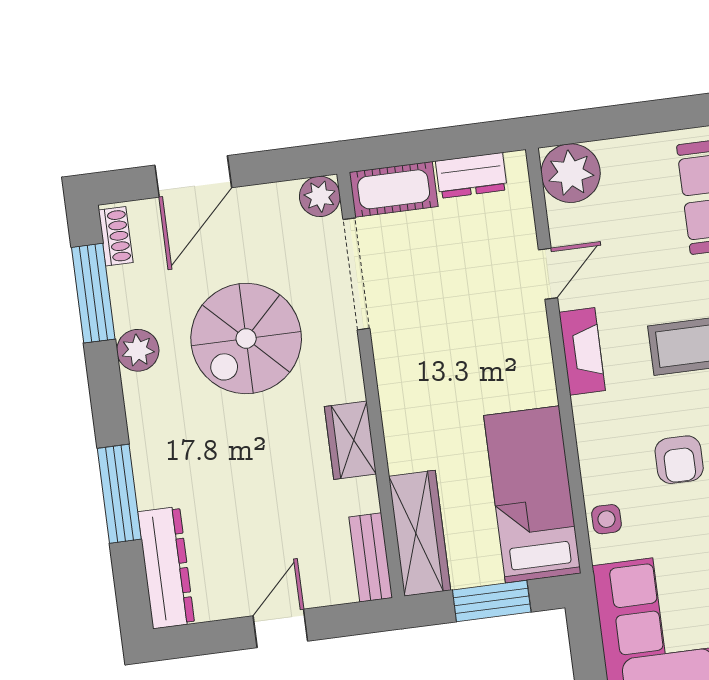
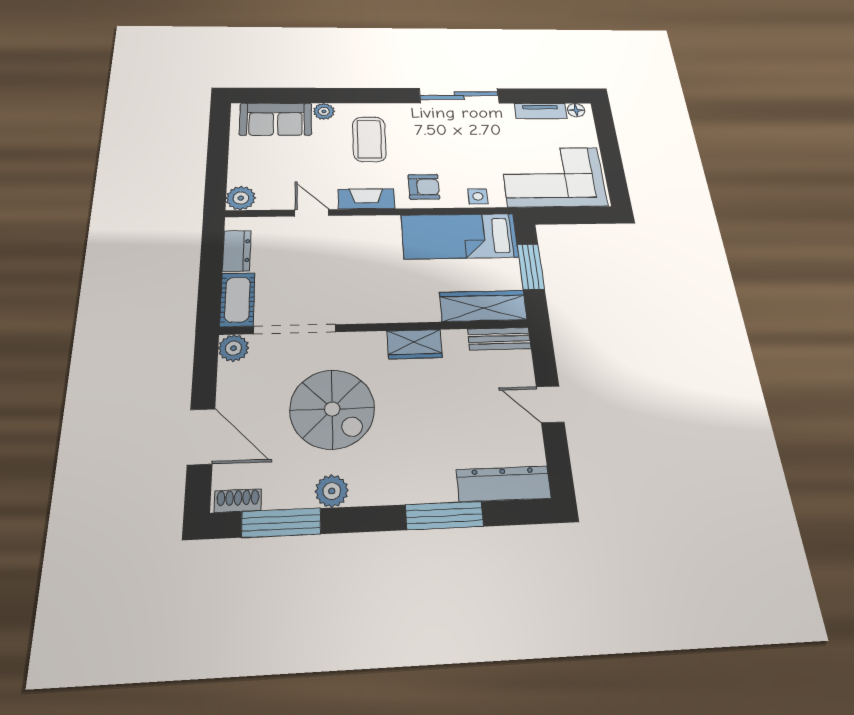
plant: (571, 173) -> (241, 198), width x0.73, depth x0.73
armchair: (679, 460) -> (424, 187), moved

